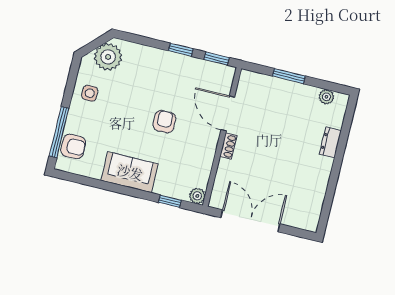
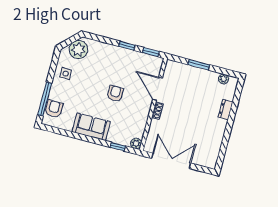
armchair: (73, 146) -> (54, 109), turned -90

